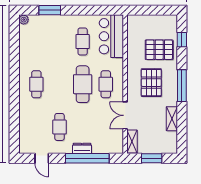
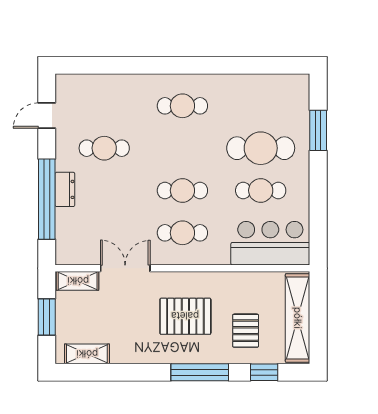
plant: (24, 20) -> (301, 83), removed
shelving: (152, 21) -> (298, 318), added
cafe table: (59, 41) -> (261, 148), added
pallet: (159, 50) -> (246, 331), width x0.67, depth x0.71
cafe table: (83, 84) -> (182, 190), width x0.73, depth x0.74
window: (182, 86) -> (200, 372), moved
shelving: (172, 119) -> (87, 354), moved

